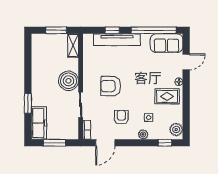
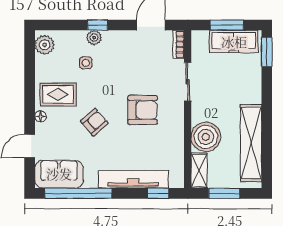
window: (112, 30) -> (158, 193), moved
shelving: (38, 64) -> (251, 143), added
boiler: (68, 81) -> (206, 137), moved
window: (28, 103) -> (267, 52), moved
armchair: (121, 117) -> (94, 122), moved, turned -131
freezer: (39, 123) -> (234, 42), moved, turned -90
window: (165, 143) -> (97, 25), moved

